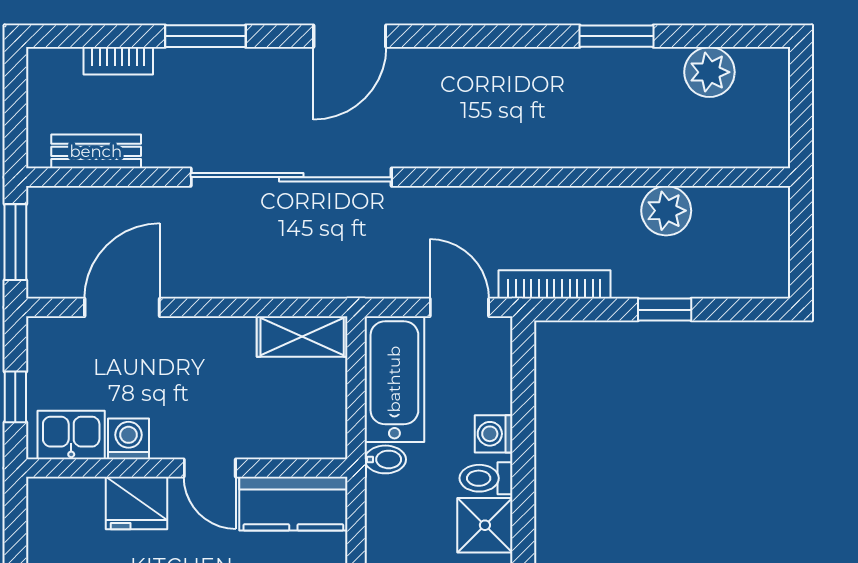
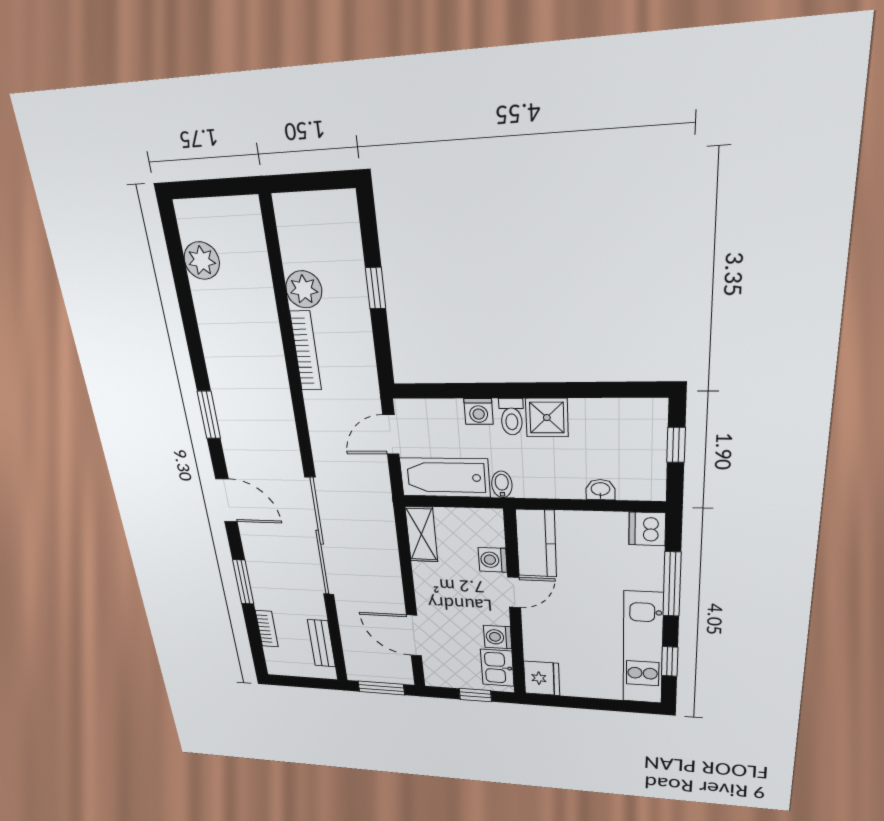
window: (617, 36) -> (209, 415), moved
bookcase: (554, 284) -> (306, 351), moved, turned 180
washing machine: (264, 439) -> (493, 560), added
fridge: (137, 503) -> (542, 678), moved

